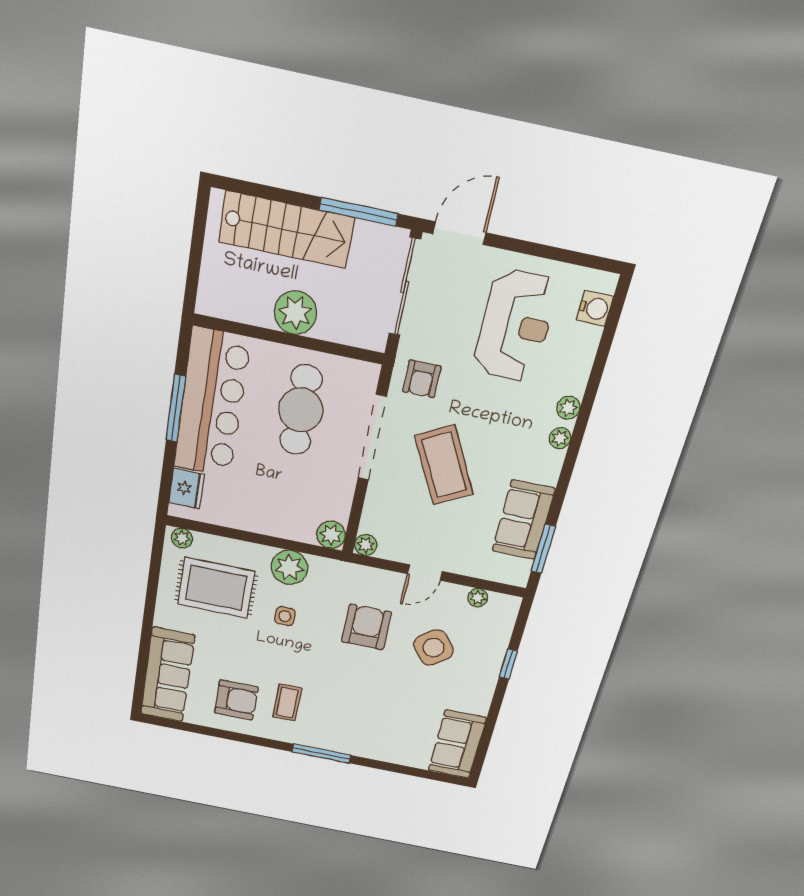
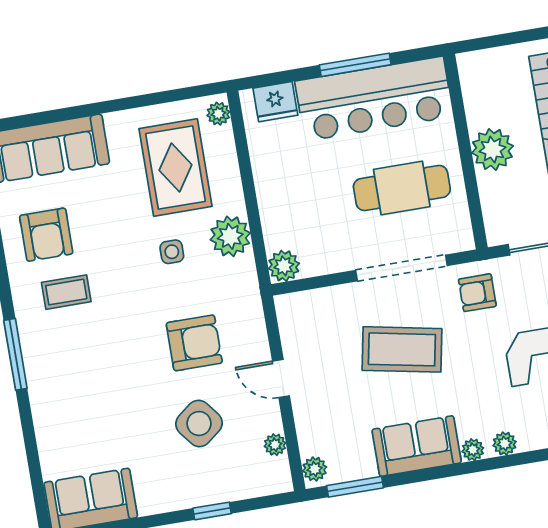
coffee table: (444, 465) -> (402, 349), turned 39
sofa: (523, 520) -> (417, 446), moved
plant: (366, 545) -> (315, 469), moved

